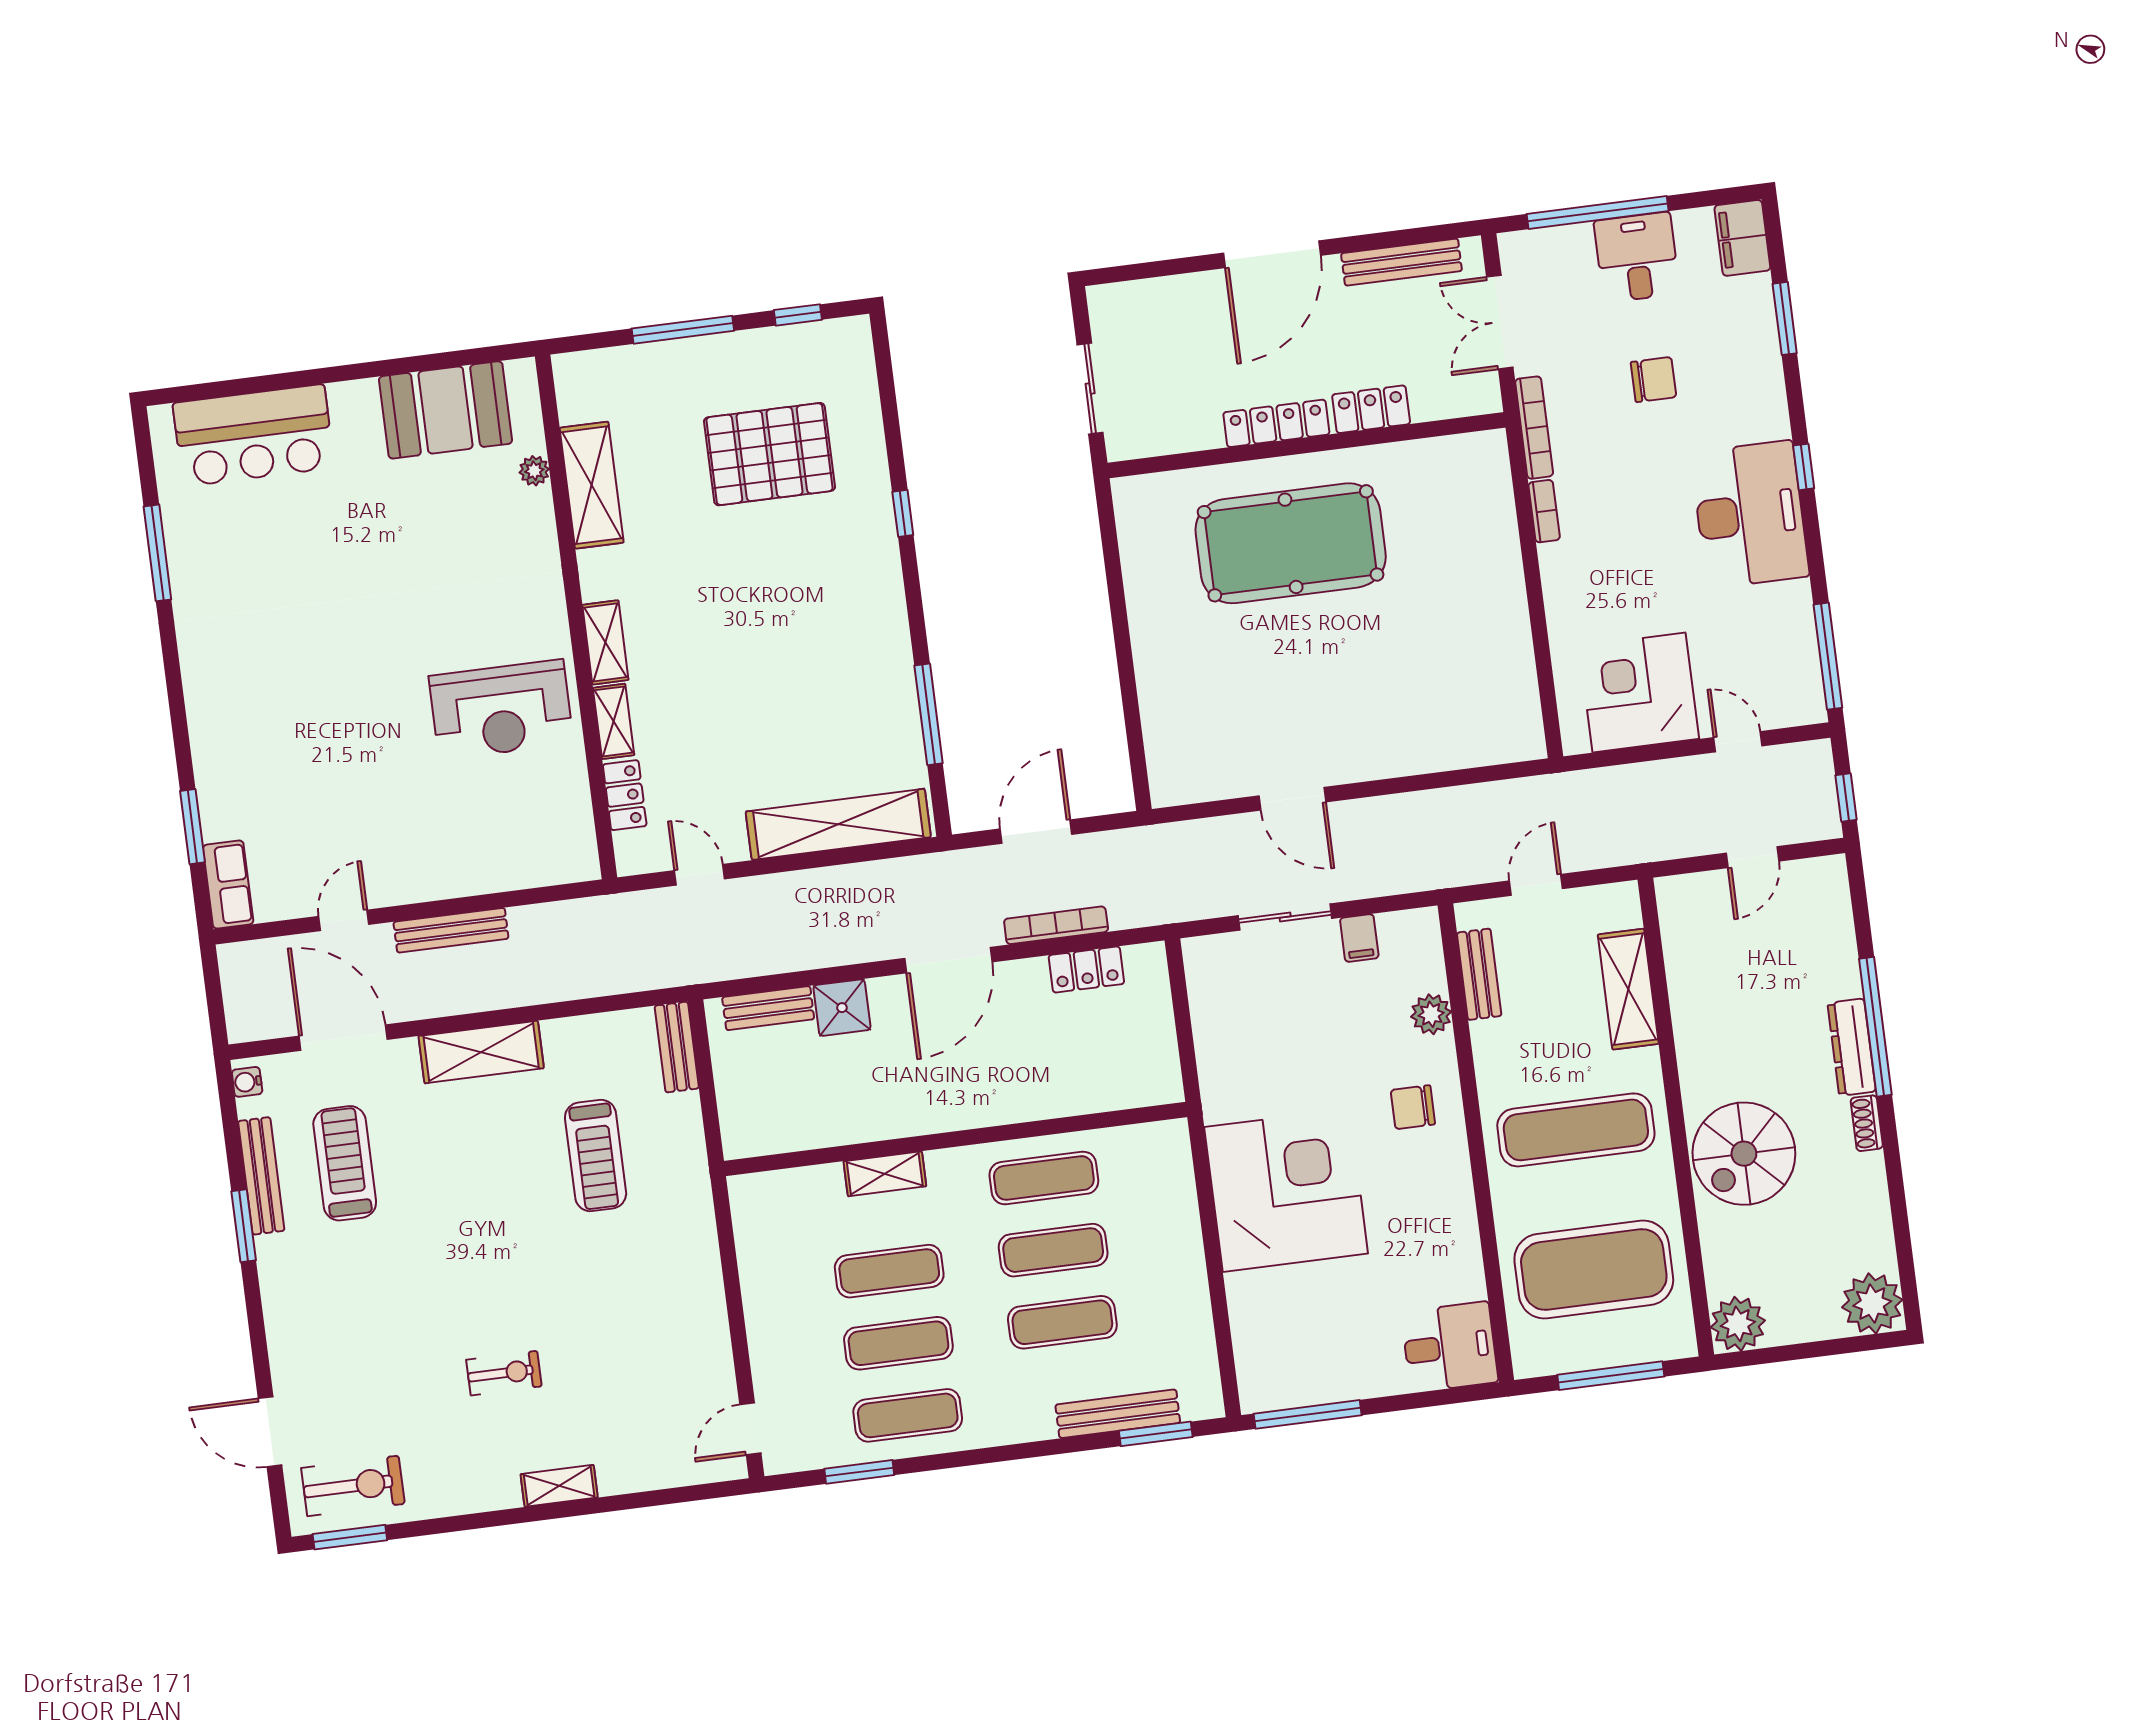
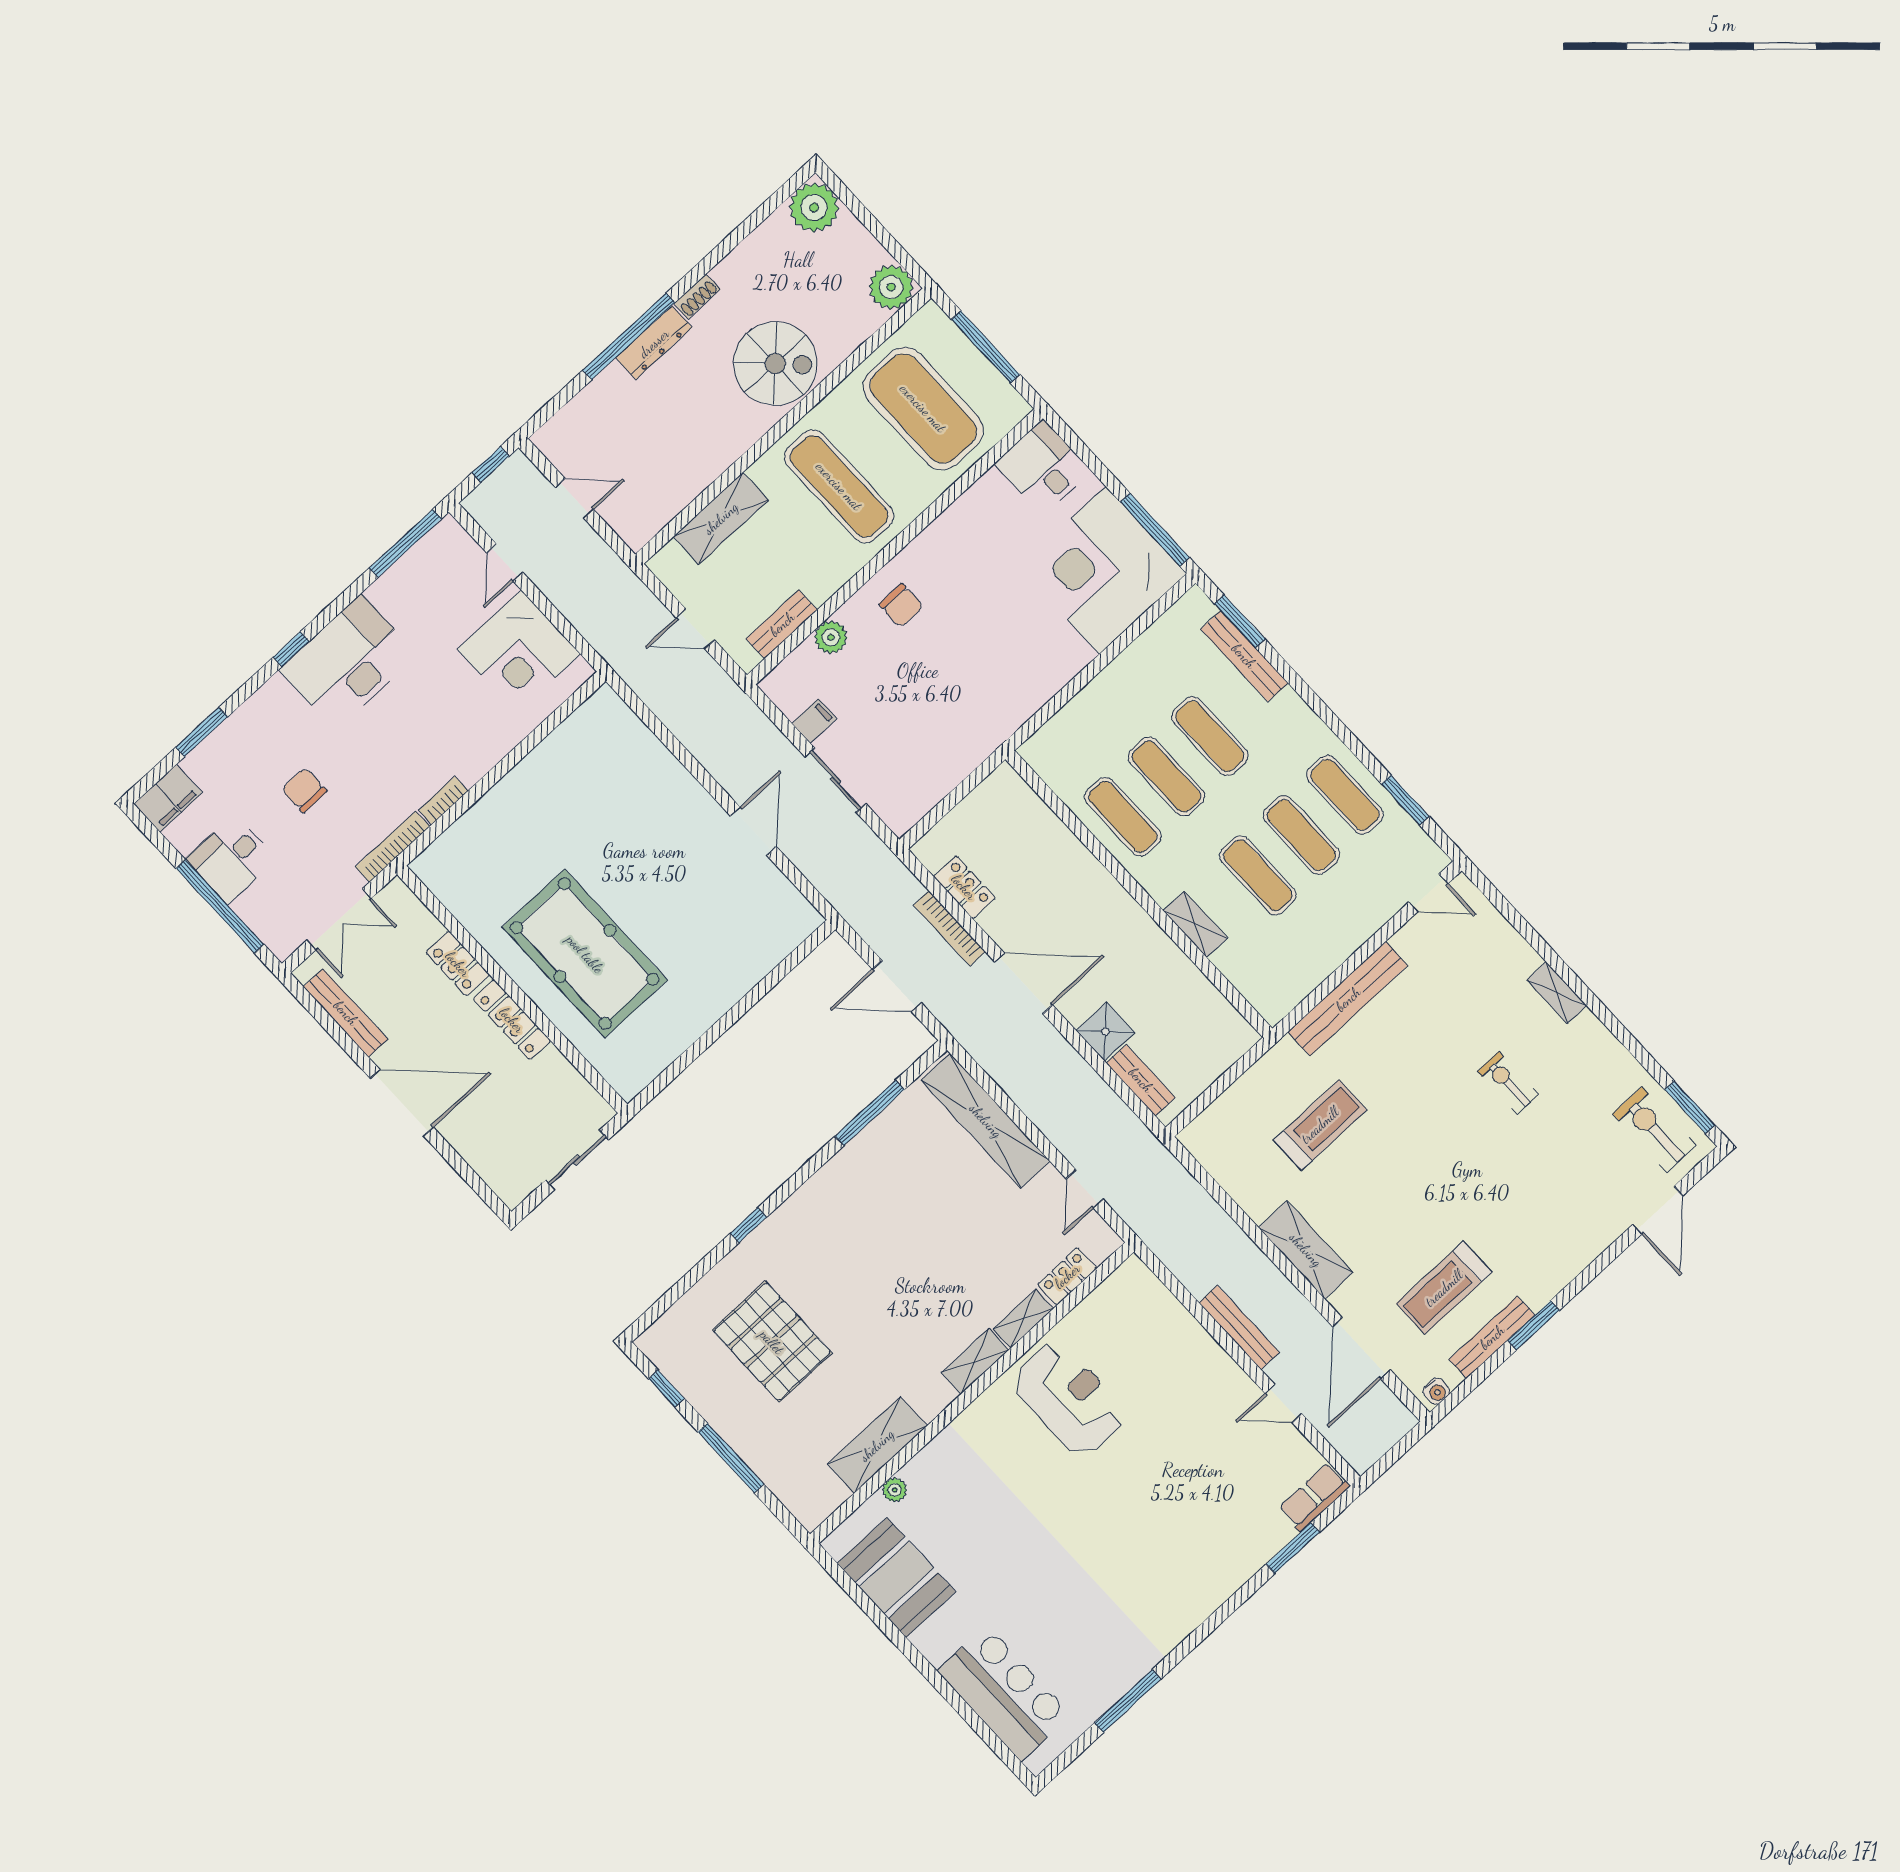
bench: (677, 1047) -> (1348, 999), moved, width x1.86, depth x1.21
corner desk: (1286, 1190) -> (1103, 570), moved

